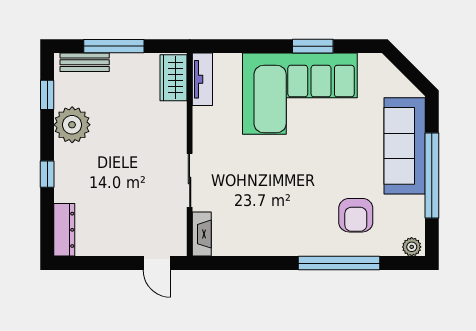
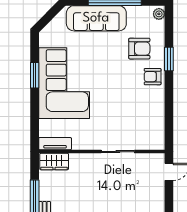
fireplace: (202, 234) -> (151, 144), removed
armchair: (310, 237) -> (153, 77), added
window: (339, 263) -> (169, 59), width x0.47

